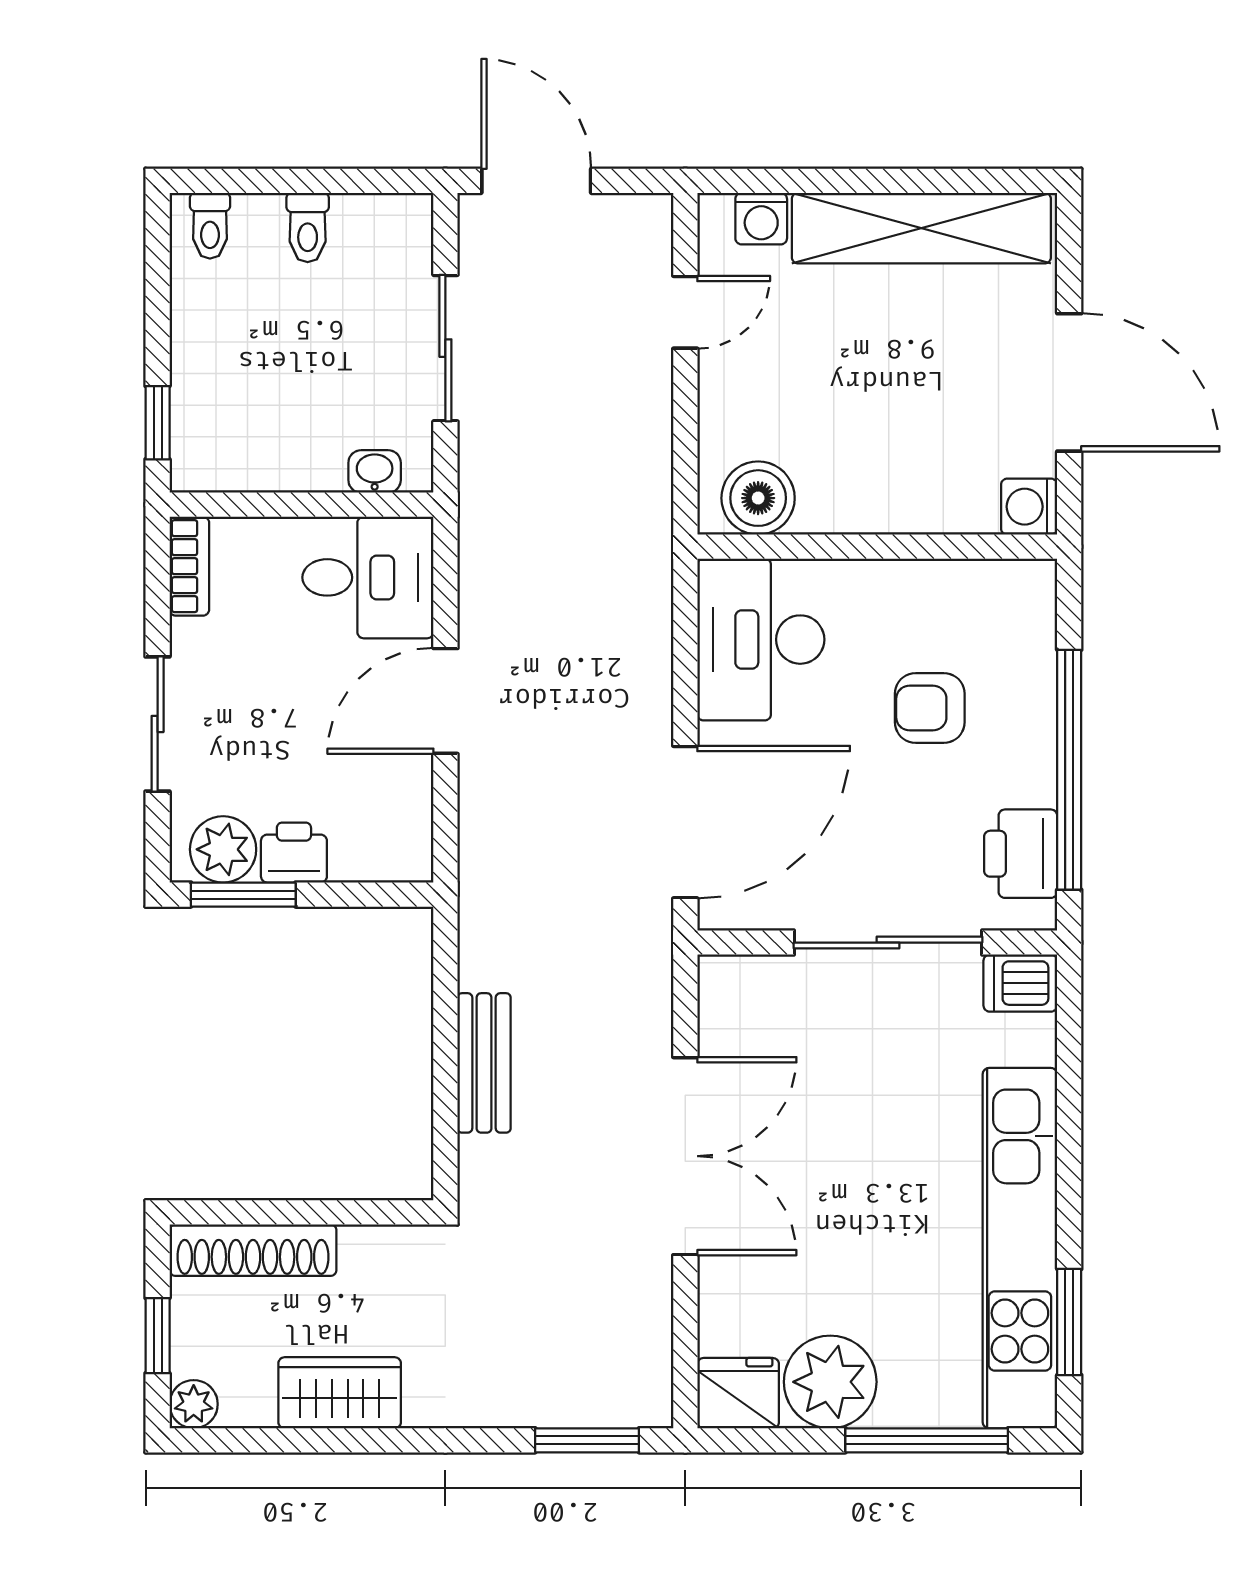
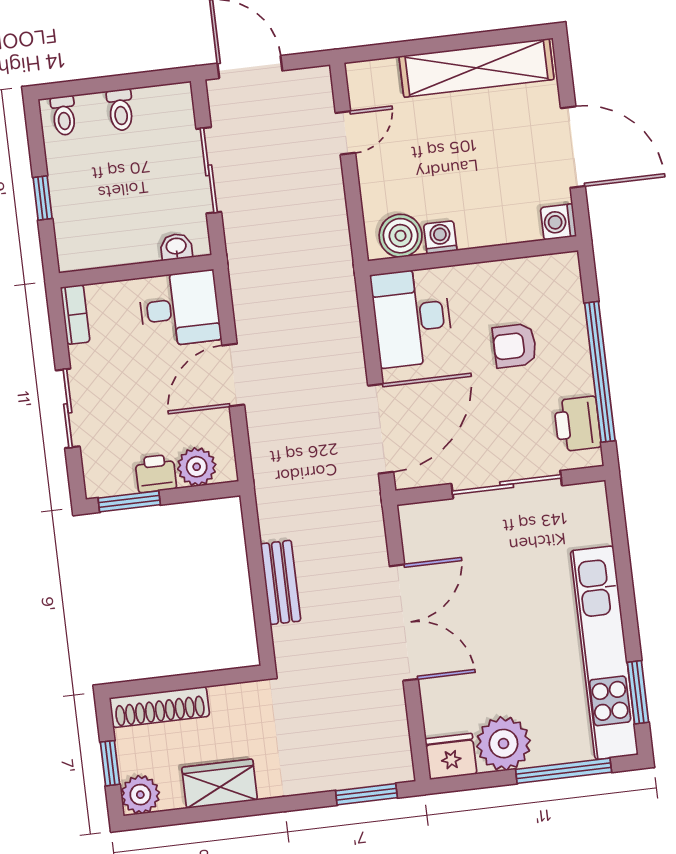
washing machine: (761, 219) -> (440, 237), moved, turned 180
window: (158, 423) -> (43, 198), moved
plant: (223, 849) -> (197, 467), moved
dishwasher: (1020, 983) -> (586, 499), removed
plant: (194, 1404) -> (140, 795), width x1.38, depth x1.38

